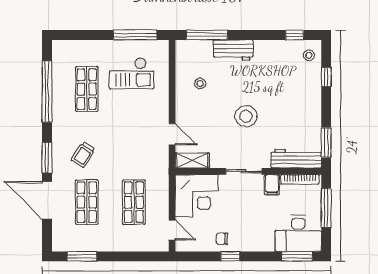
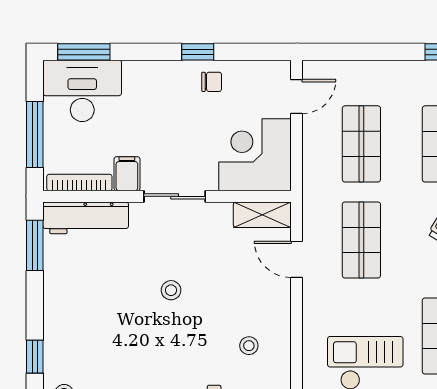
stool: (246, 116) -> (171, 290), width x0.53, depth x0.53
shop shelf: (134, 146) -> (361, 240), added
door: (172, 230) -> (296, 97), swing flipped

